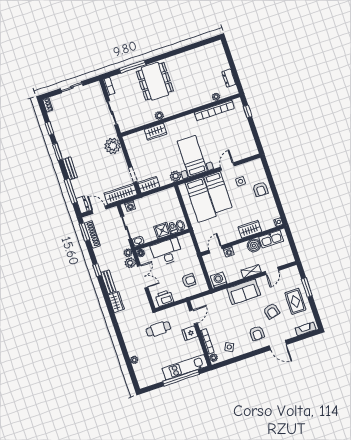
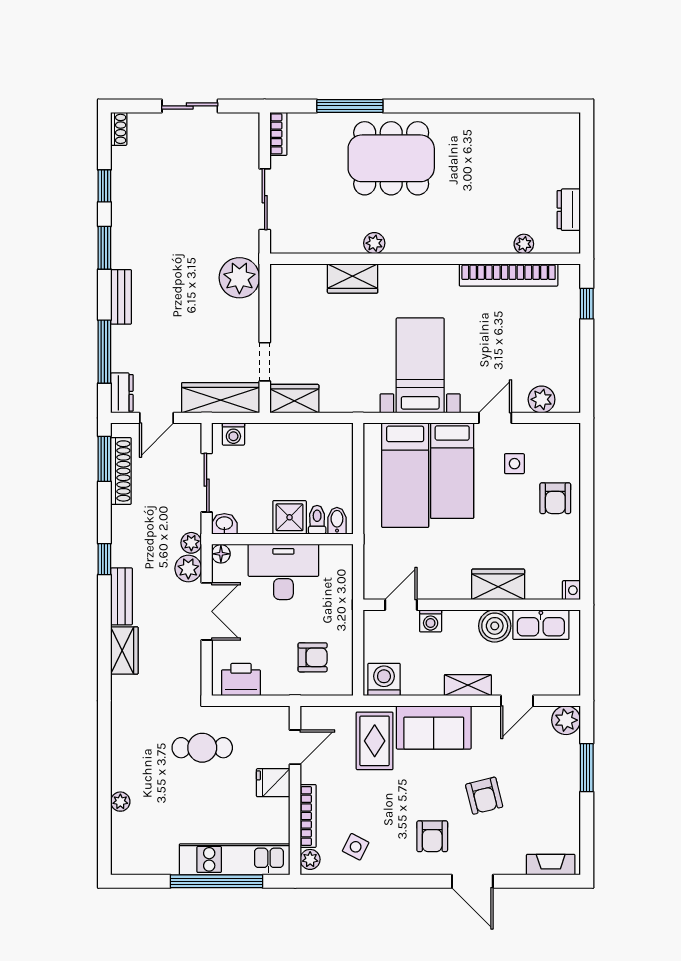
dining table: (155, 81) -> (391, 158), turned 90
plant: (176, 176) -> (542, 399), moved
door: (99, 210) -> (156, 418), swing flipped
plant: (293, 272) -> (566, 720), added
rug: (295, 301) -> (375, 741), moved

